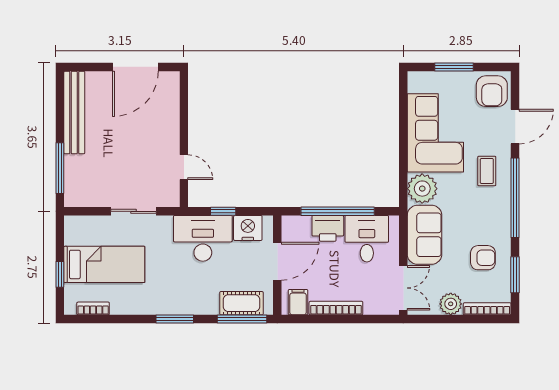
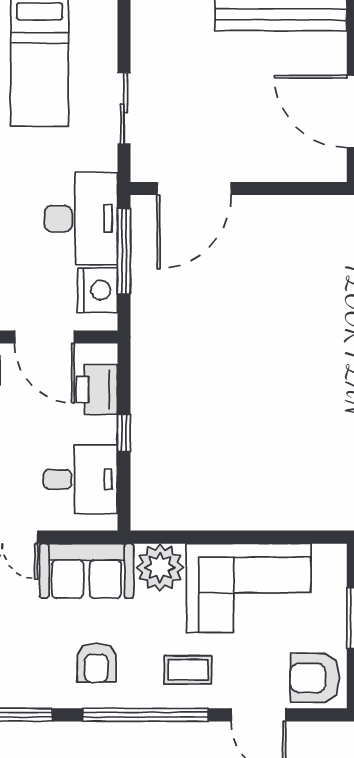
door: (184, 167) -> (194, 188), width x1.88
window: (223, 211) -> (124, 251), width x2.17
window: (338, 211) -> (124, 433), width x0.32
printer: (328, 228) -> (97, 389), moved
armchair: (483, 258) -> (96, 663), moved

